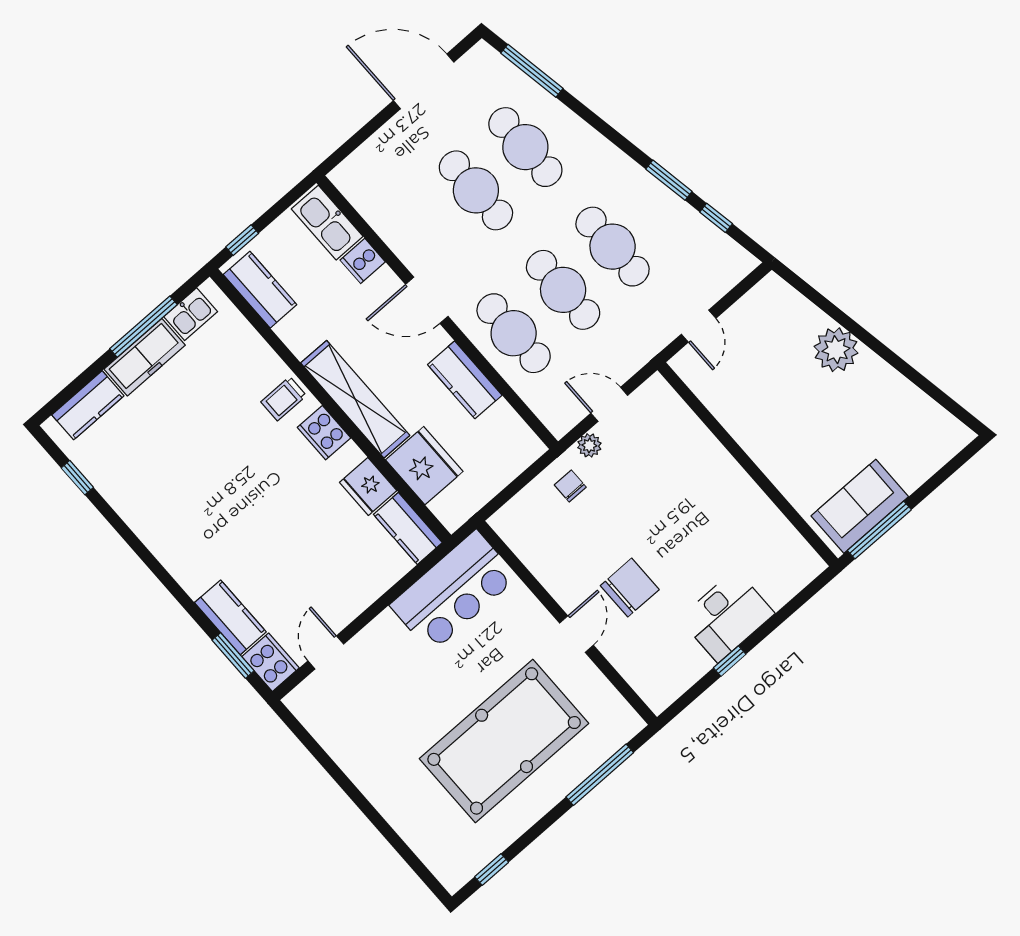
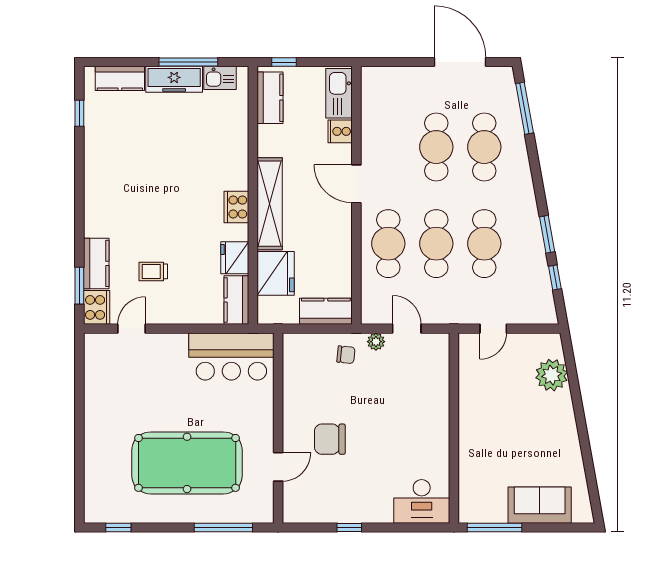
plant: (836, 350) -> (552, 375), moved
kitchen counter: (465, 380) -> (326, 311), moved, turned 90
trolley: (284, 399) -> (153, 271), moved
chair: (570, 486) -> (346, 355), turned 96
sofa: (860, 506) -> (540, 505), moved
chair: (630, 588) -> (330, 439), turned 180
desk: (727, 616) -> (422, 501), moved
door: (577, 634) -> (278, 467), moved

